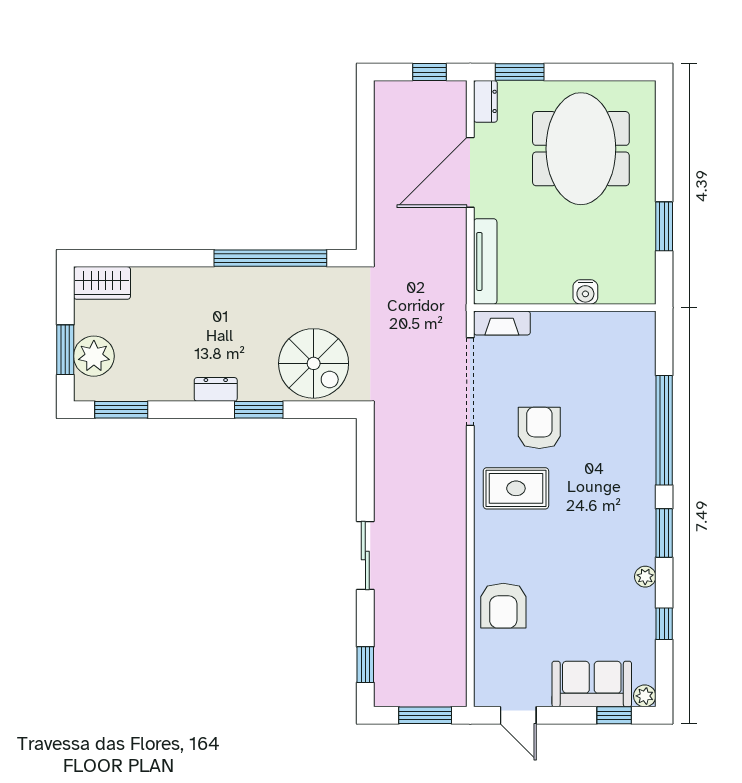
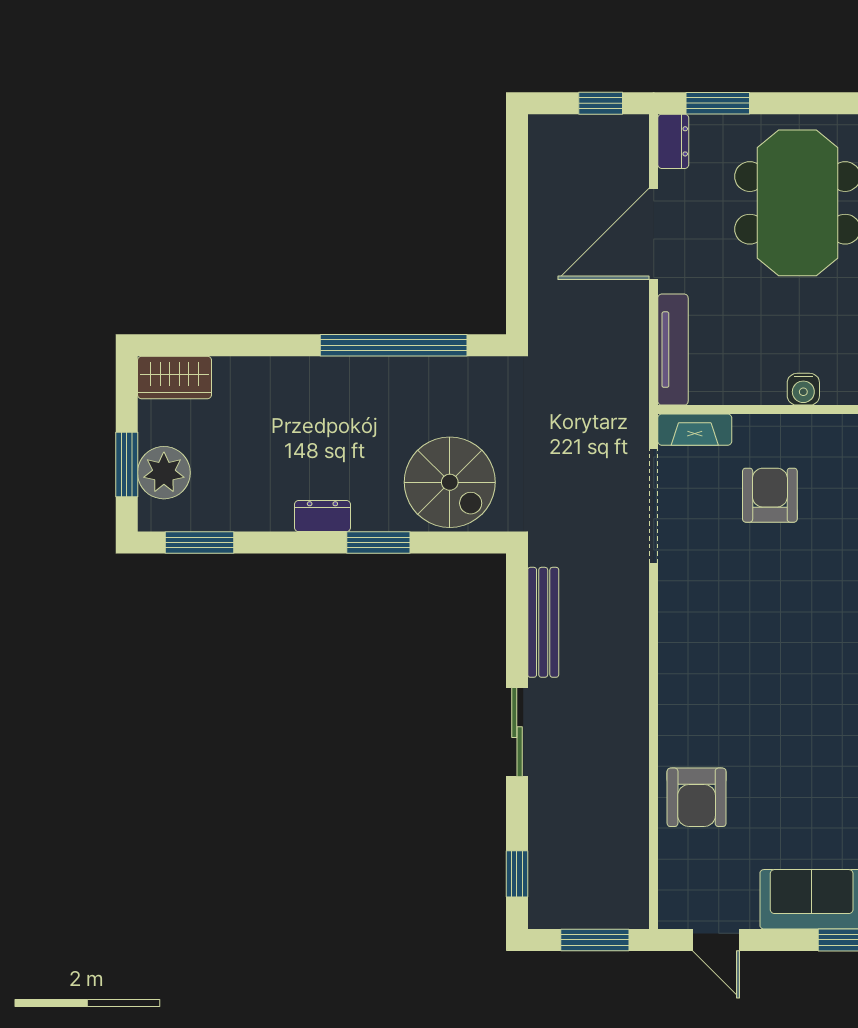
armchair: (539, 428) -> (770, 495), moved
bench: (385, 471) -> (543, 622), added
rug: (516, 488) -> (713, 645), removed

